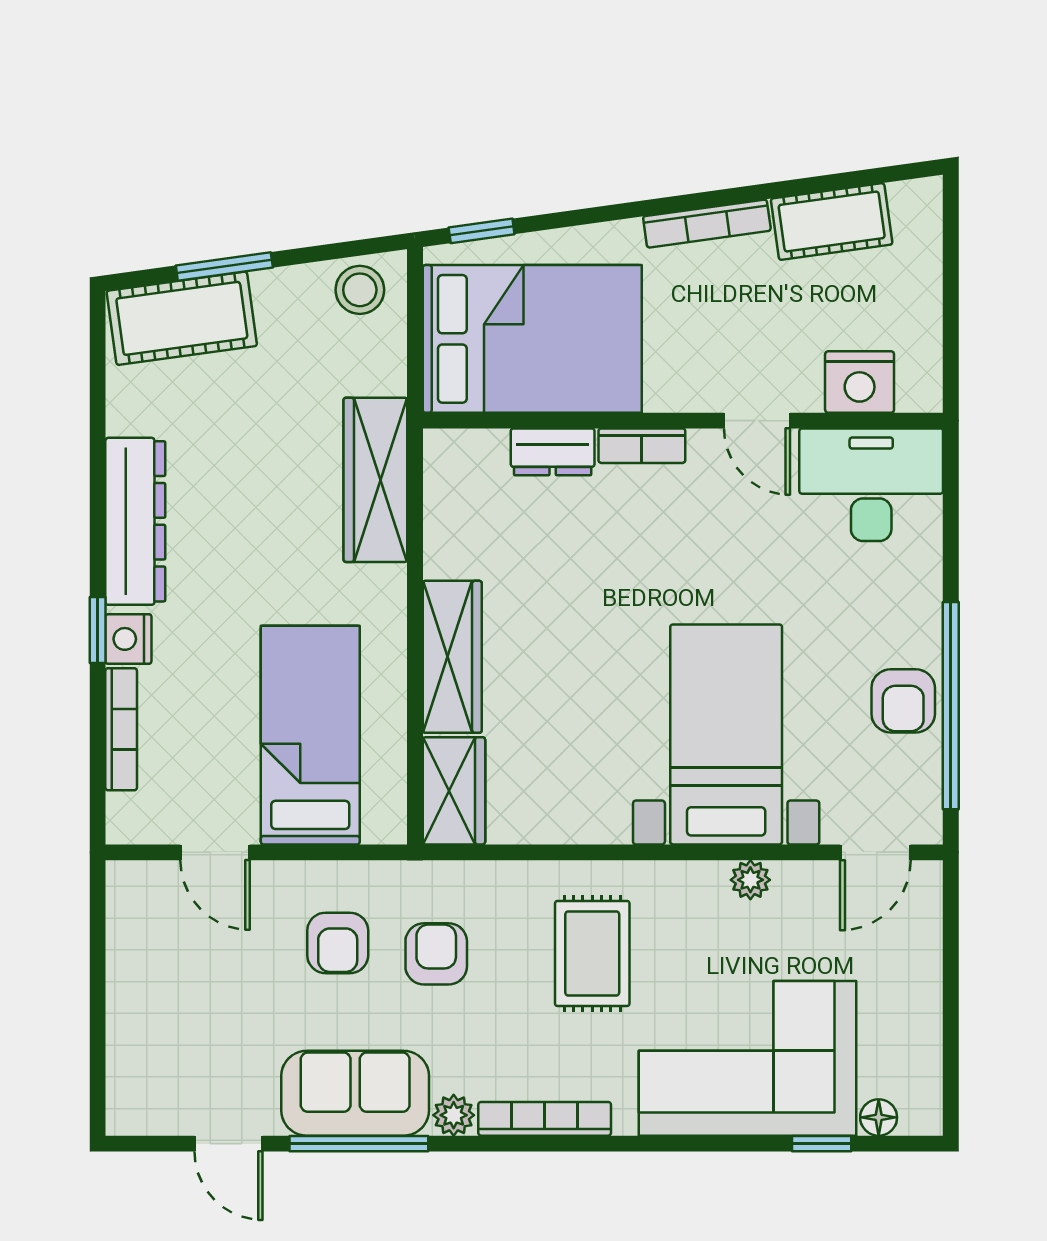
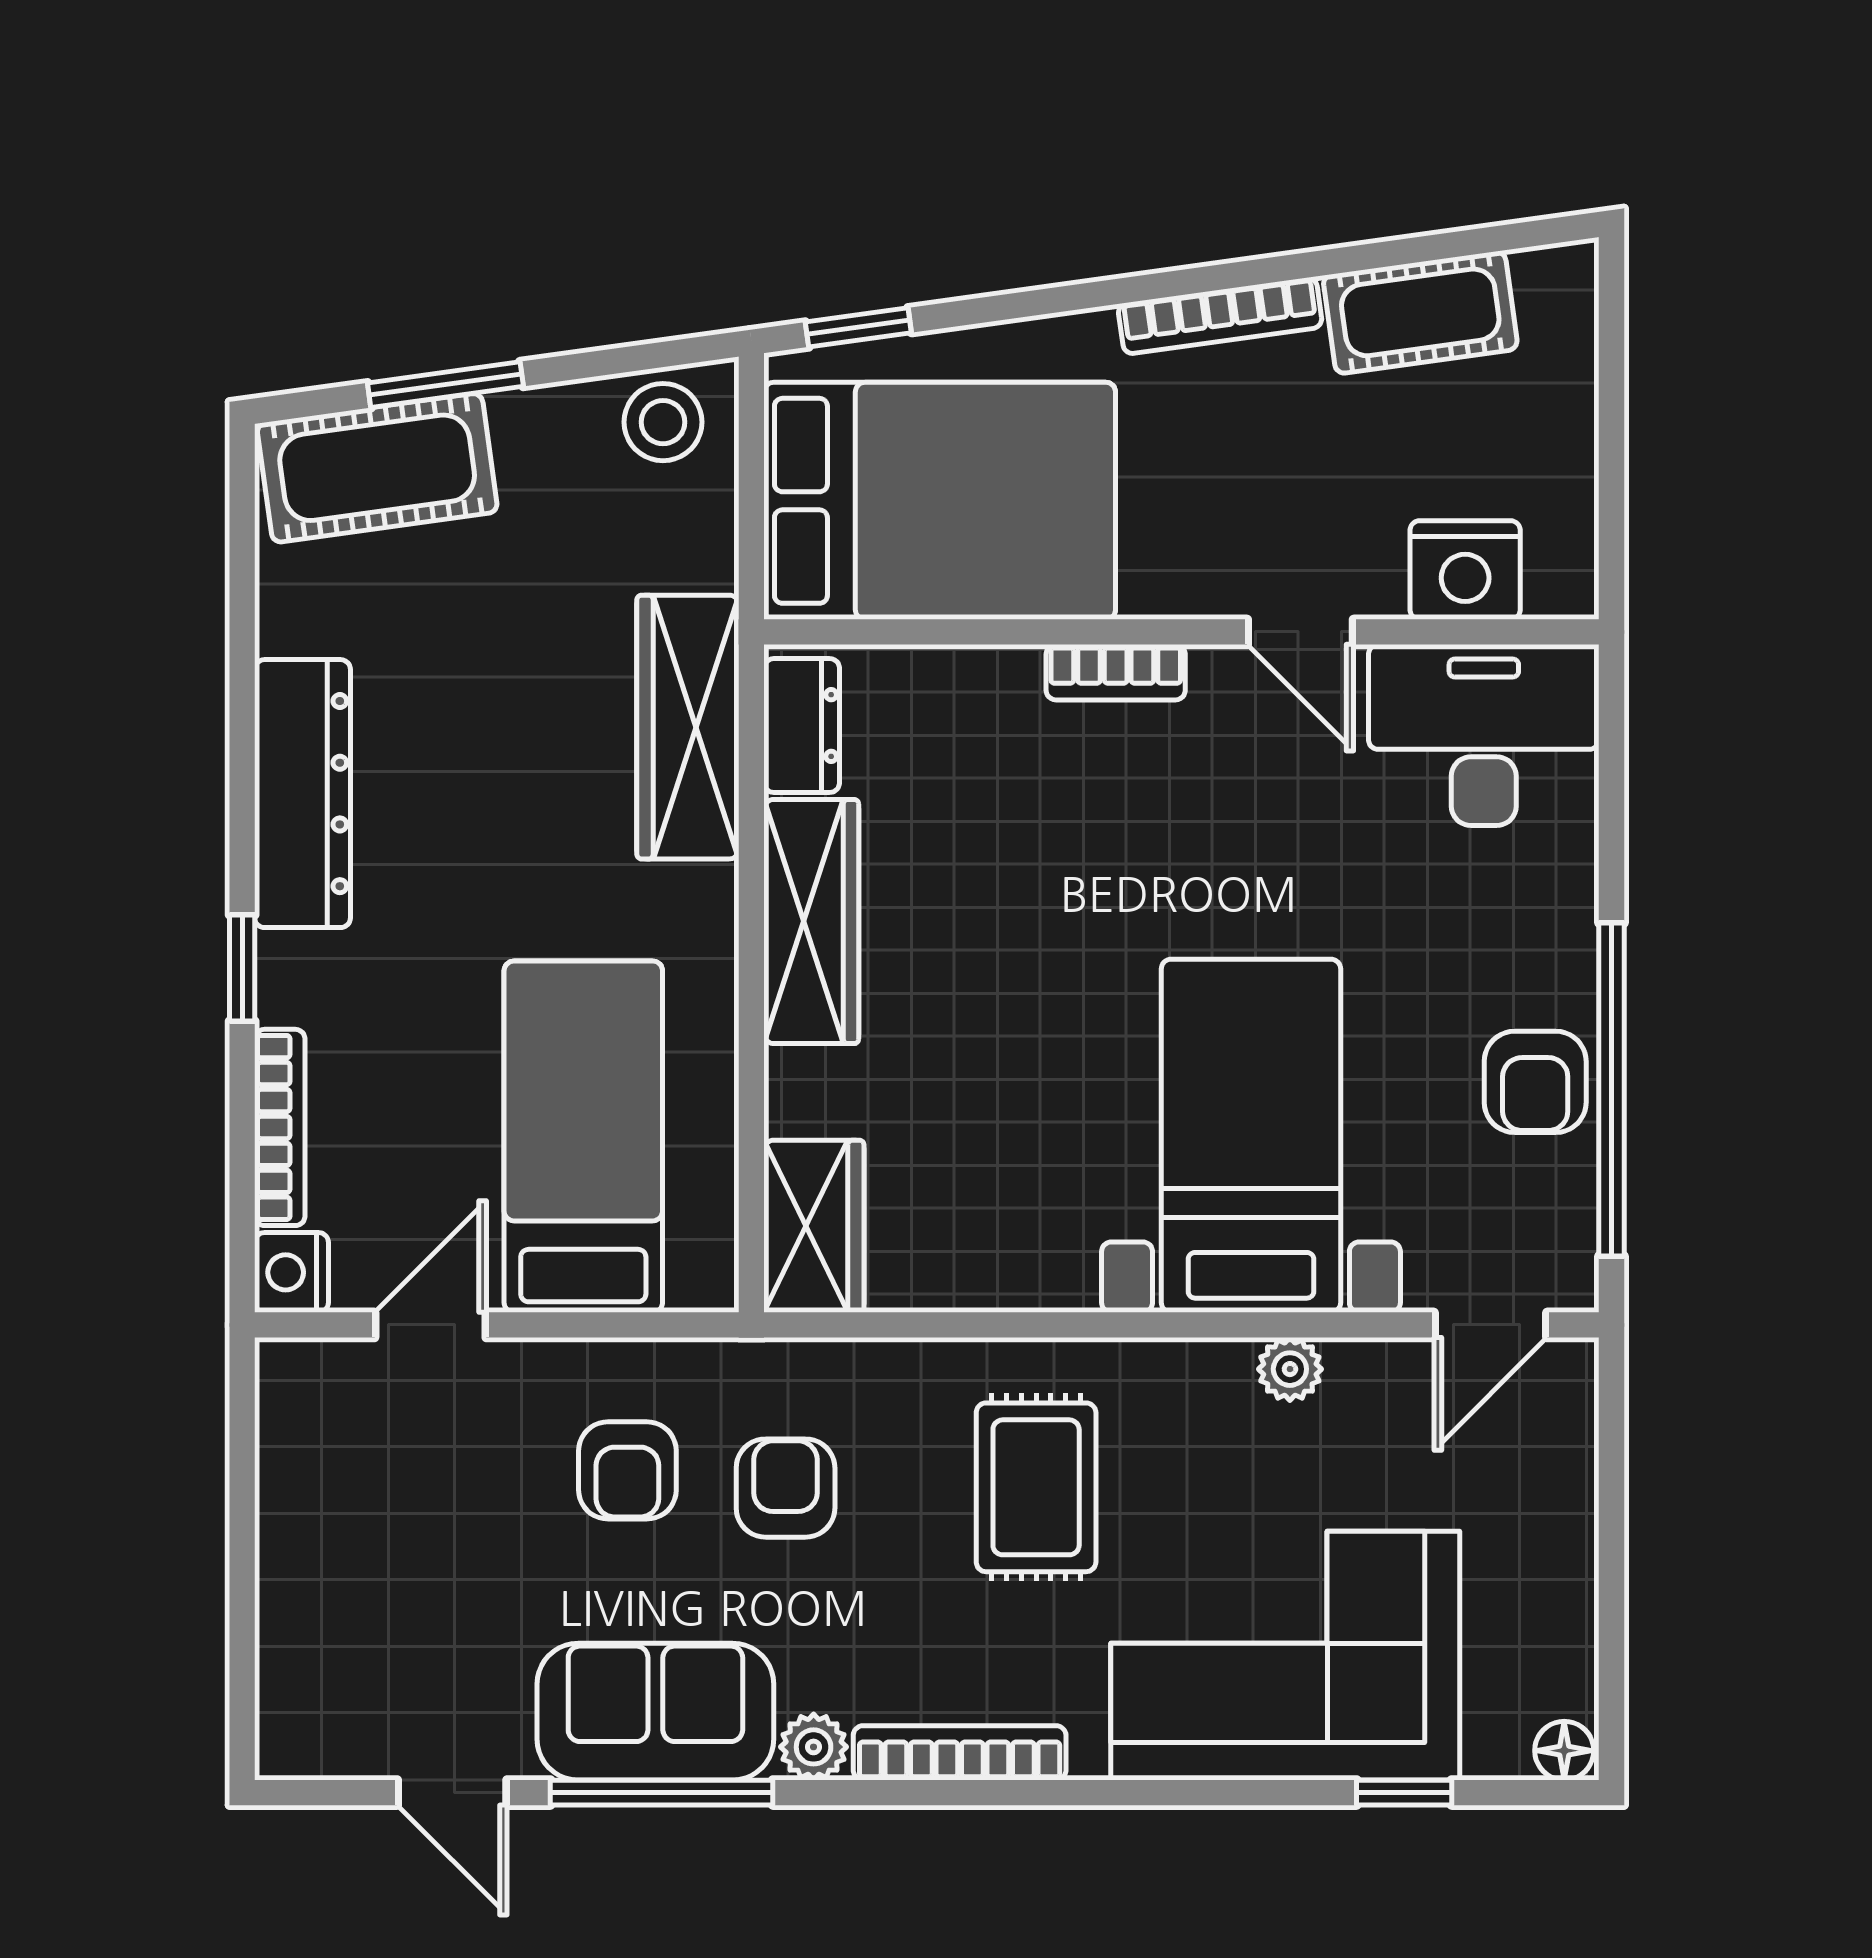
dresser: (553, 452) -> (802, 726), moved, turned -90
nightstand: (128, 639) -> (291, 1272), moved
wardrobe: (452, 657) -> (811, 922), moved
door: (215, 852) -> (430, 1325), swing flipped
floor lamp: (879, 1117) -> (1564, 1751), moved

